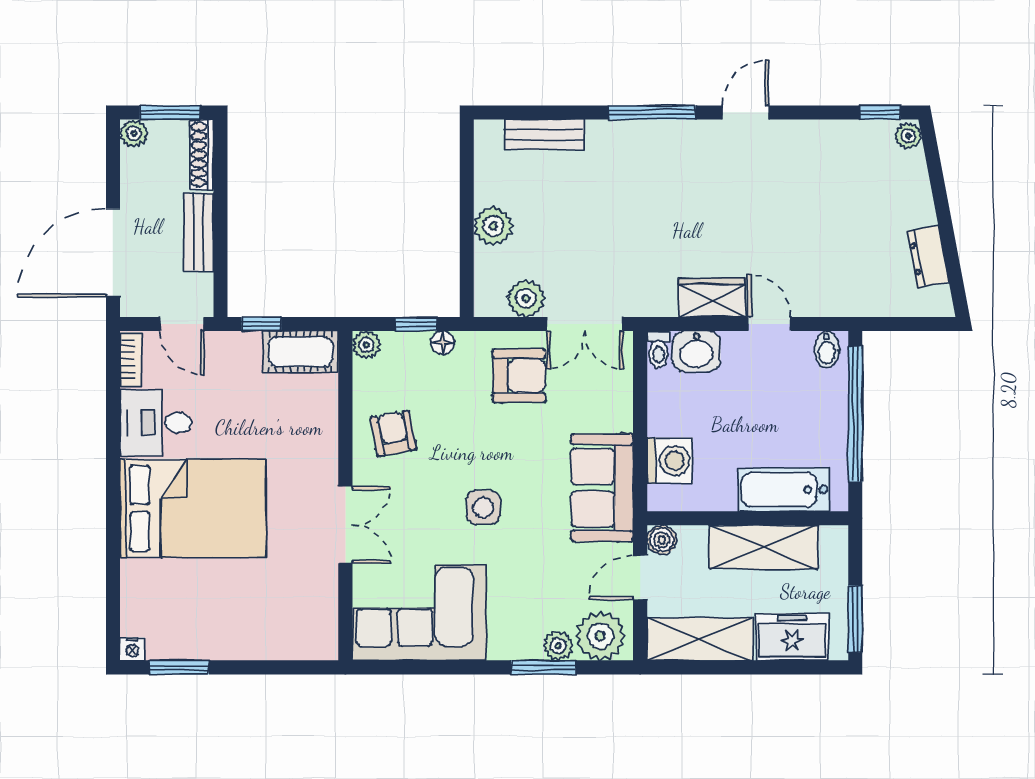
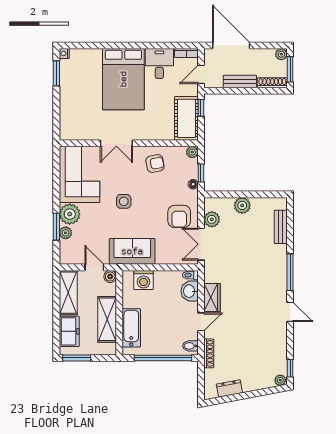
shoe rack: (844, 305) -> (209, 353), added
cot: (300, 352) -> (186, 118), width x1.37, depth x1.34
plant: (600, 636) -> (70, 214), moved

